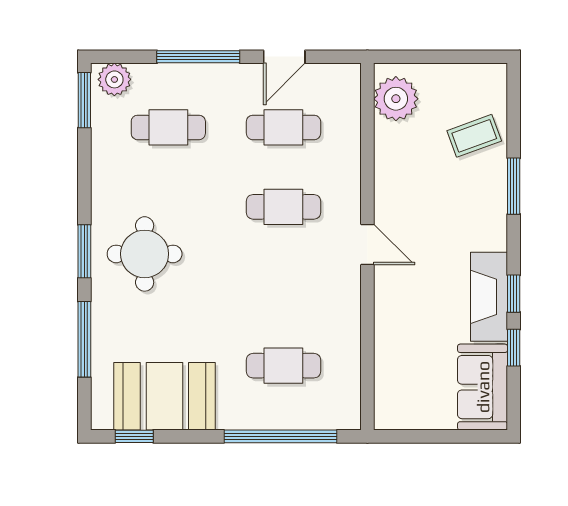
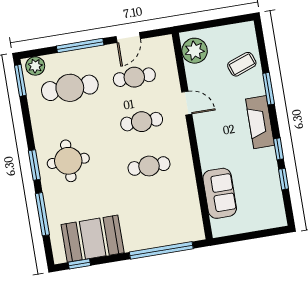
cafe table: (168, 127) -> (70, 88), width x1.37, depth x1.35
door: (367, 244) -> (187, 103), moved
fireplace: (489, 297) -> (260, 122), moved
cafe table: (283, 366) -> (149, 166), moved
sofa: (483, 387) -> (220, 193), moved, turned 180

